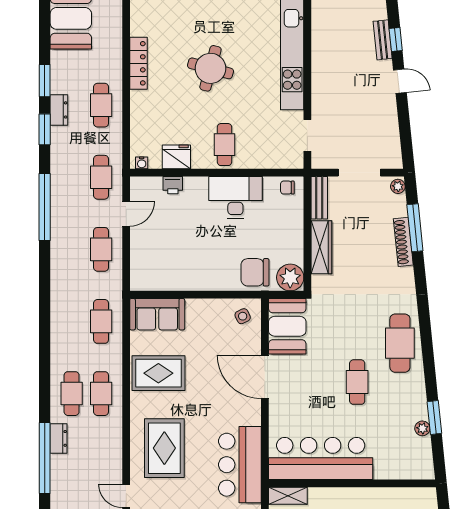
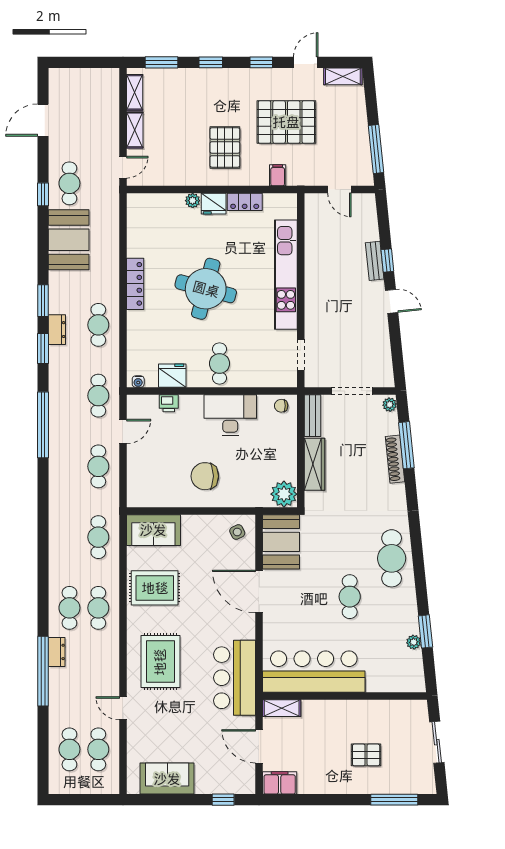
round table: (210, 68) -> (206, 289), width x1.36, depth x1.36
chair: (255, 272) -> (205, 476), moved

